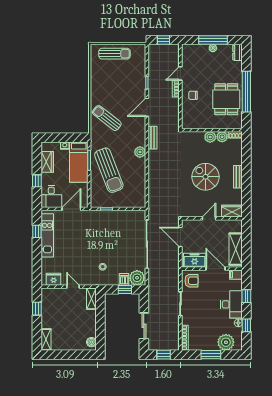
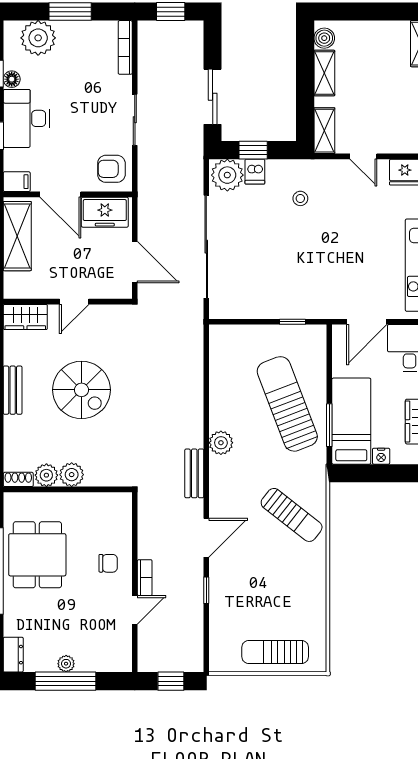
shelving: (91, 326) -> (324, 73), added
sliding door: (144, 326) -> (213, 97), moved

